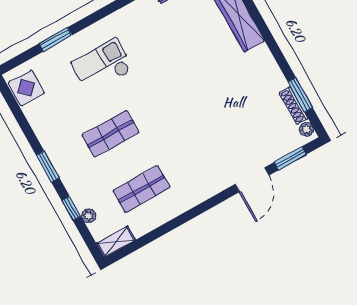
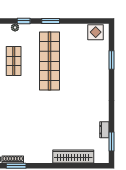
checkout: (102, 66) -> (85, 76), removed
shop shelf: (110, 134) -> (50, 61), width x2.00, depth x1.36

